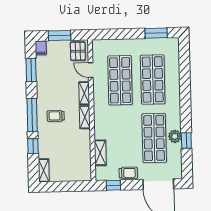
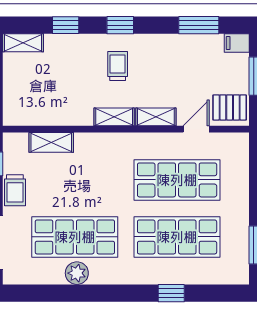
window: (32, 115) -> (120, 25), width x0.46
window: (186, 140) -> (171, 293), moved

